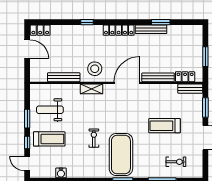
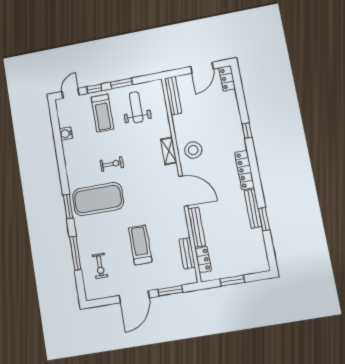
bench: (64, 77) -> (173, 96), moved
bench: (190, 89) -> (187, 253), moved

